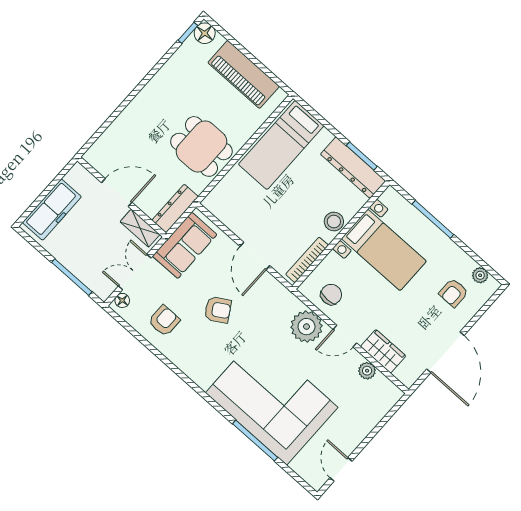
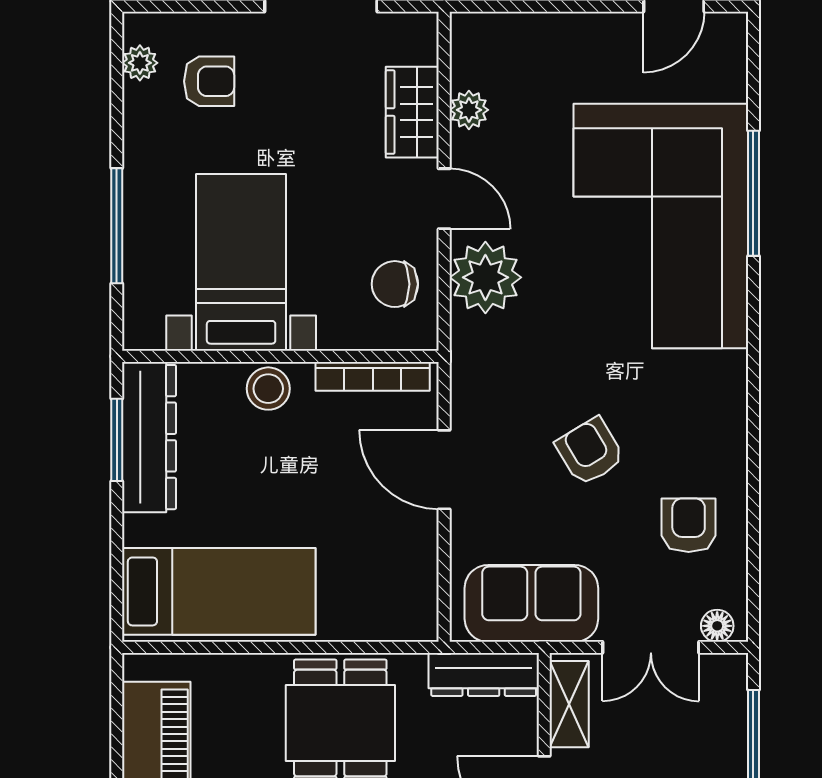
door: (255, 256) -> (444, 470), swing flipped
armchair: (164, 321) -> (689, 525), turned 90

